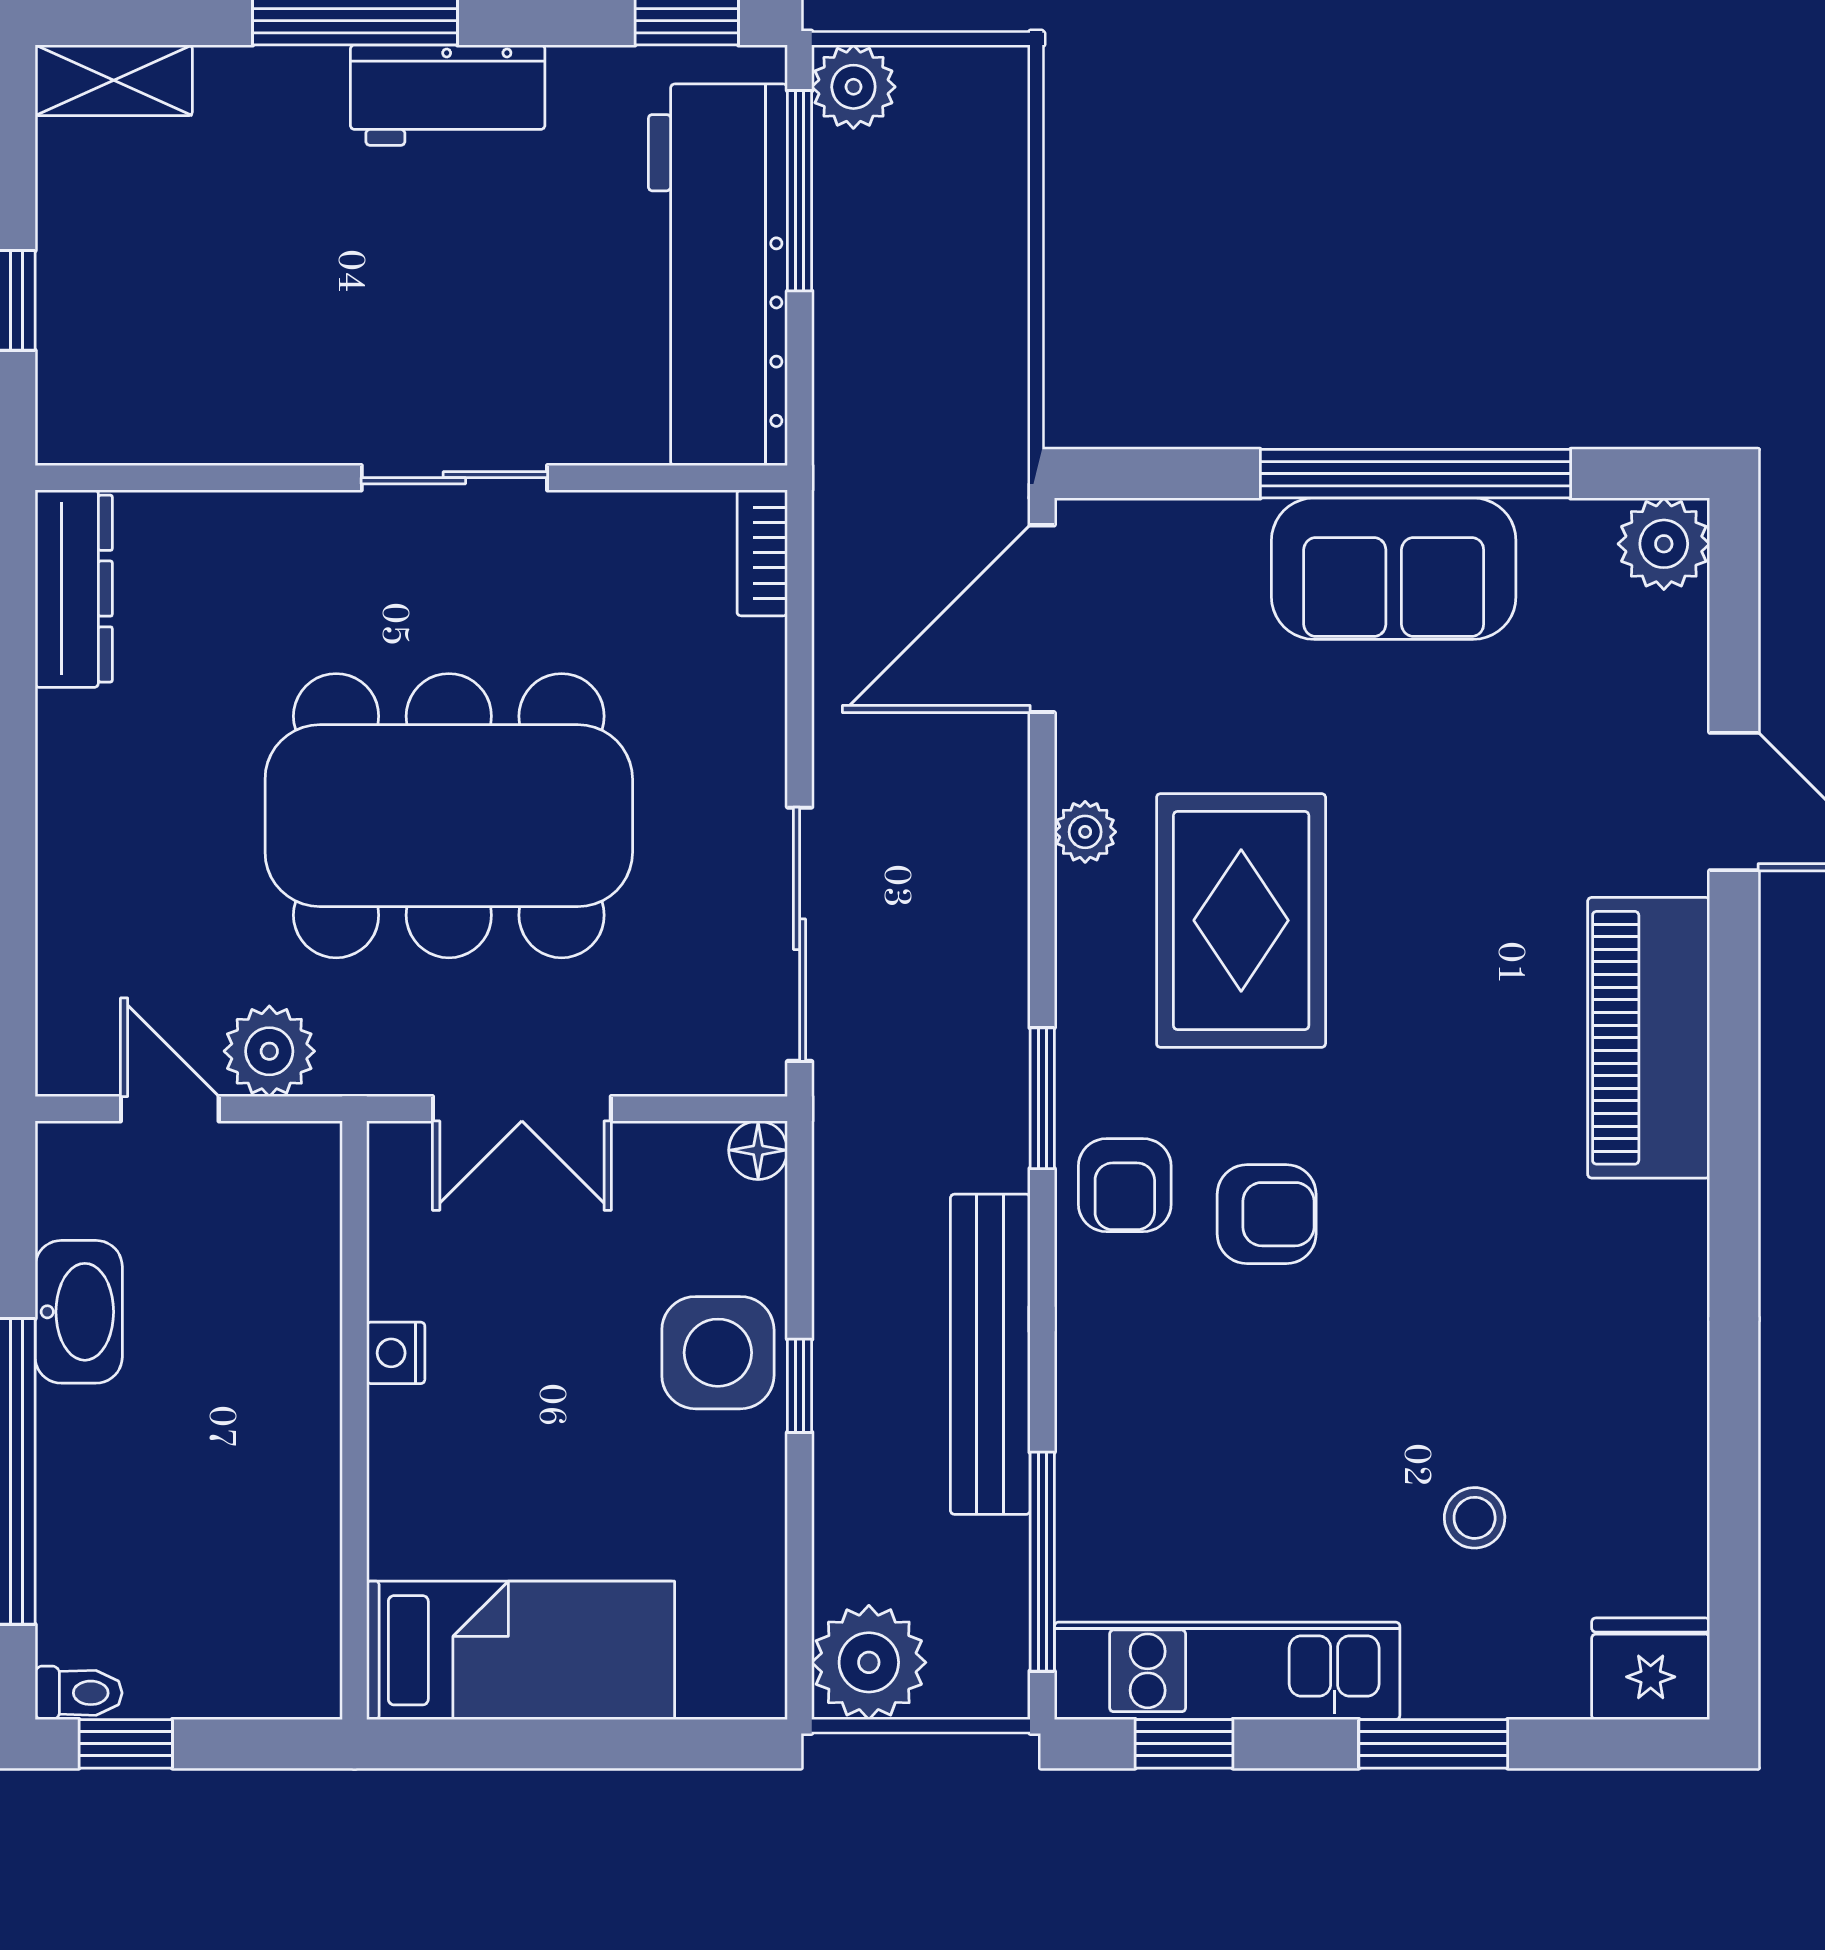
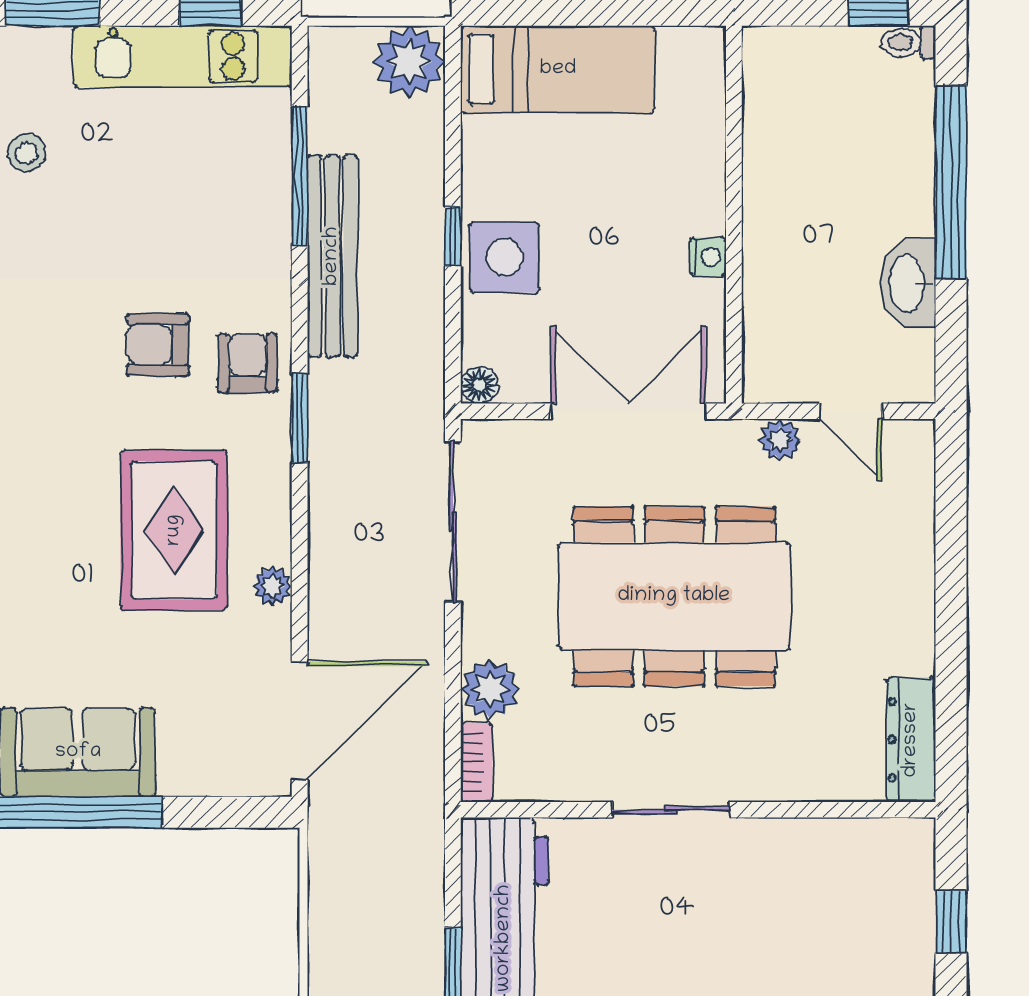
plant: (741, 669) -> (490, 689), added
plant: (269, 1051) -> (780, 440), width x0.73, depth x0.73
double door: (522, 1109) -> (628, 411), width x1.37
window: (1042, 1562) -> (300, 176), moved
bed: (521, 1650) -> (558, 69), moved, turned 180

